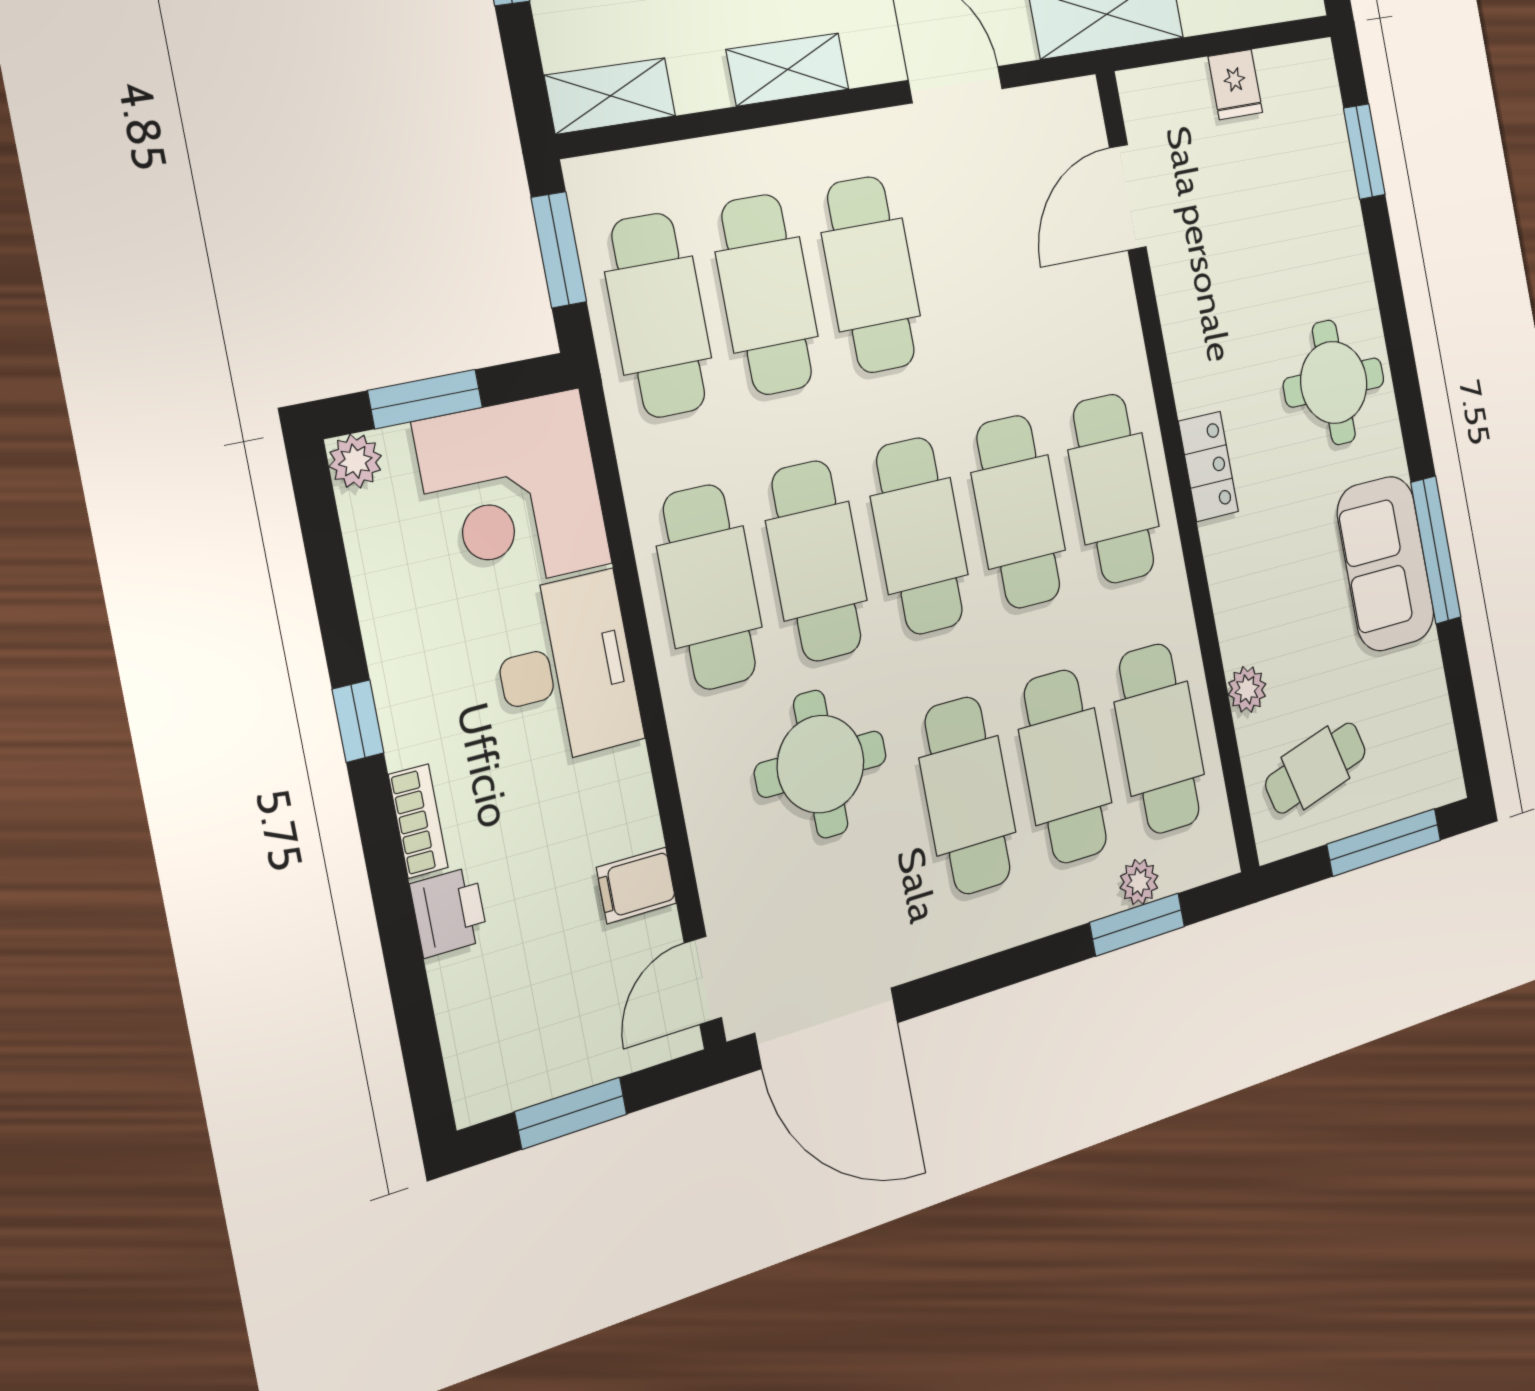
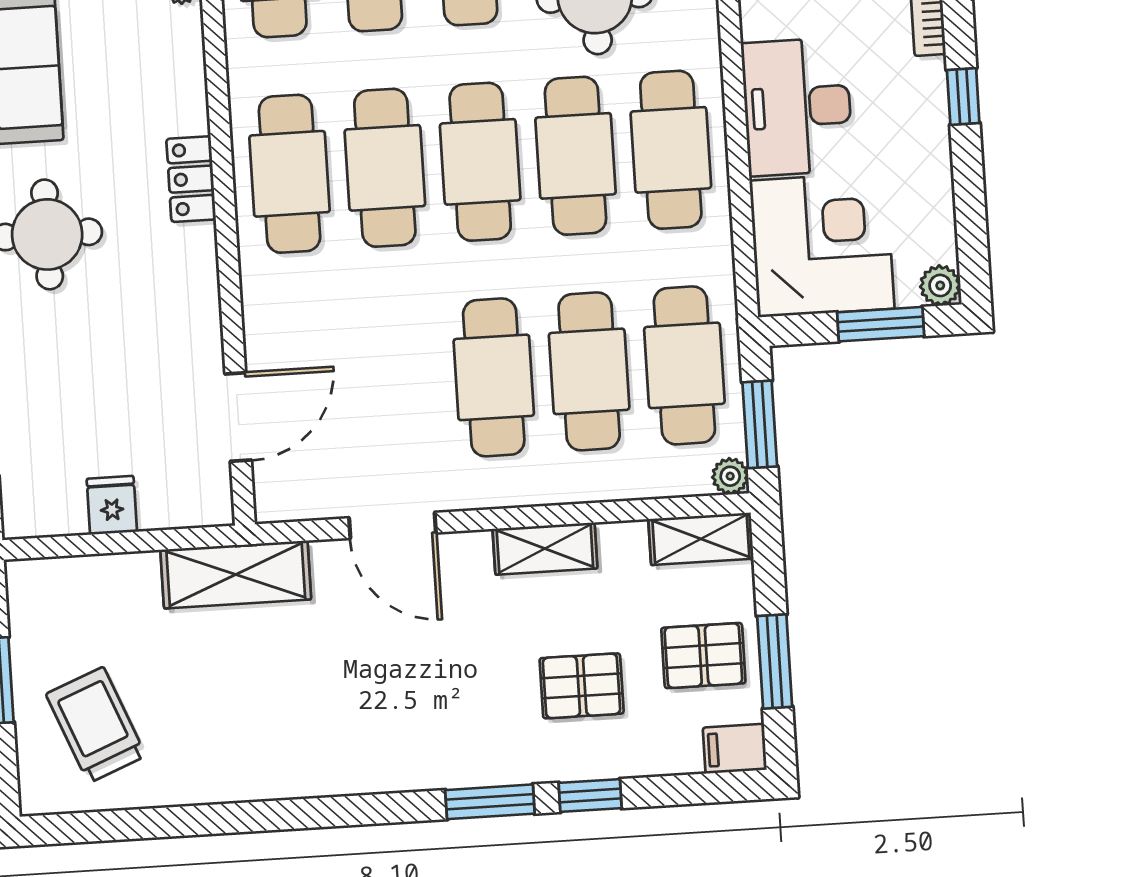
plant: (586, 179) -> (730, 476), added

